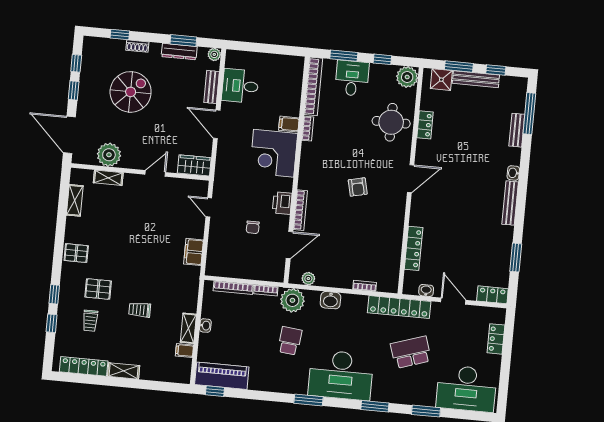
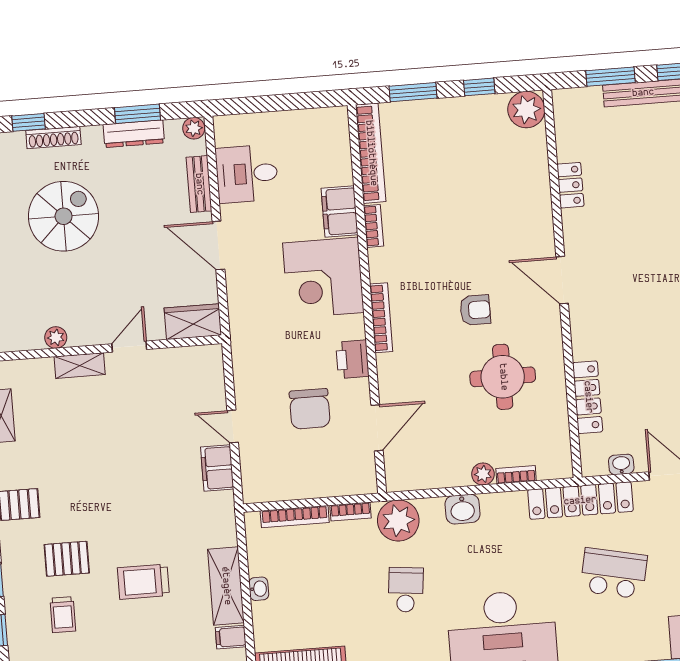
shoe rack: (137, 46) -> (53, 138), width x1.43
desk: (352, 78) -> (433, 128), removed
shower: (441, 80) -> (585, 104), removed
round table: (391, 122) -> (503, 377), moved
filing cabinet: (289, 124) -> (340, 212), width x2.00
plant: (109, 155) -> (56, 338), width x0.53, depth x0.53
shelving: (108, 178) -> (80, 366), moved
door: (411, 179) -> (562, 280), swing flipped
armchair: (358, 187) -> (475, 310), turned -77
door: (209, 207) -> (233, 426), moved
bookcase: (300, 210) -> (381, 318), moved
chair: (253, 227) -> (310, 409), width x1.87, depth x1.87
plant: (308, 279) -> (483, 474), moved
trolley: (140, 310) -> (143, 582), width x1.36, depth x1.39
shelving: (188, 328) -> (226, 586), width x1.50, depth x1.33
school desk: (411, 352) -> (614, 573), turned 30

